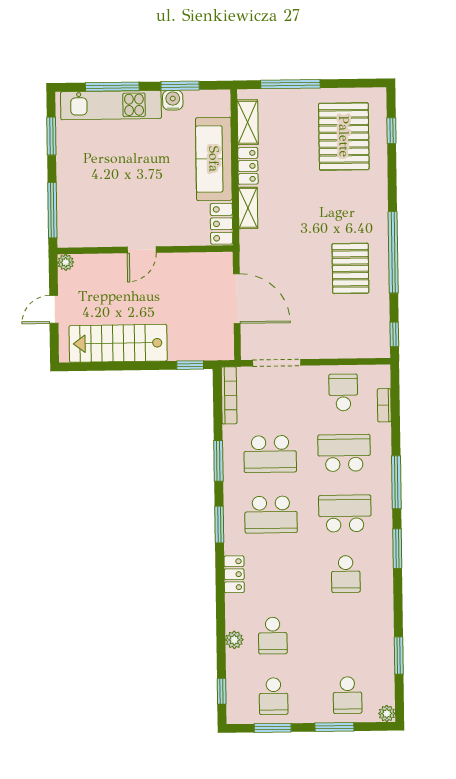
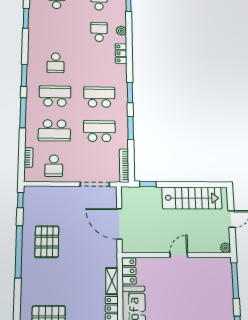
school desk: (345, 513) -> (55, 96), turned 180
locker: (234, 574) -> (121, 54), moved
school desk: (346, 574) -> (56, 63), turned 180

